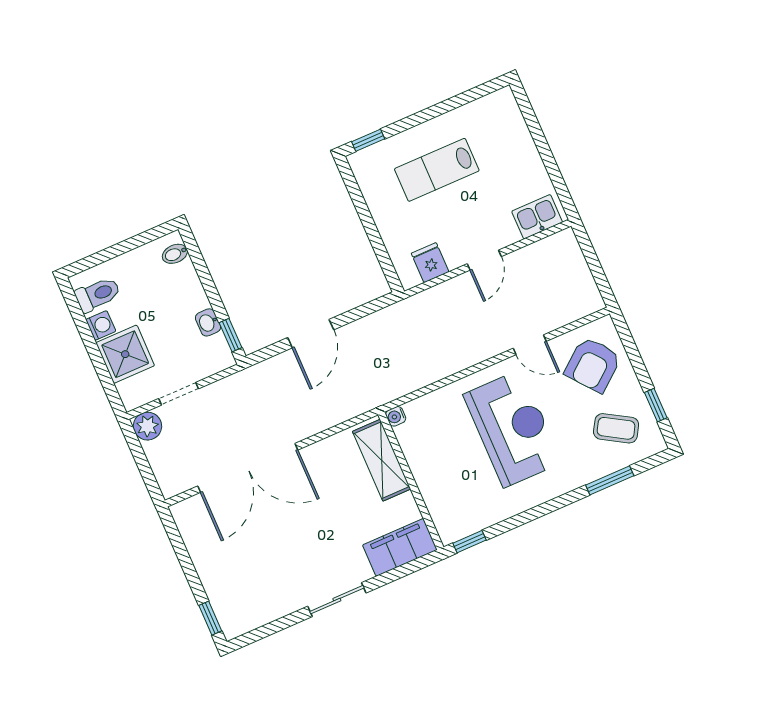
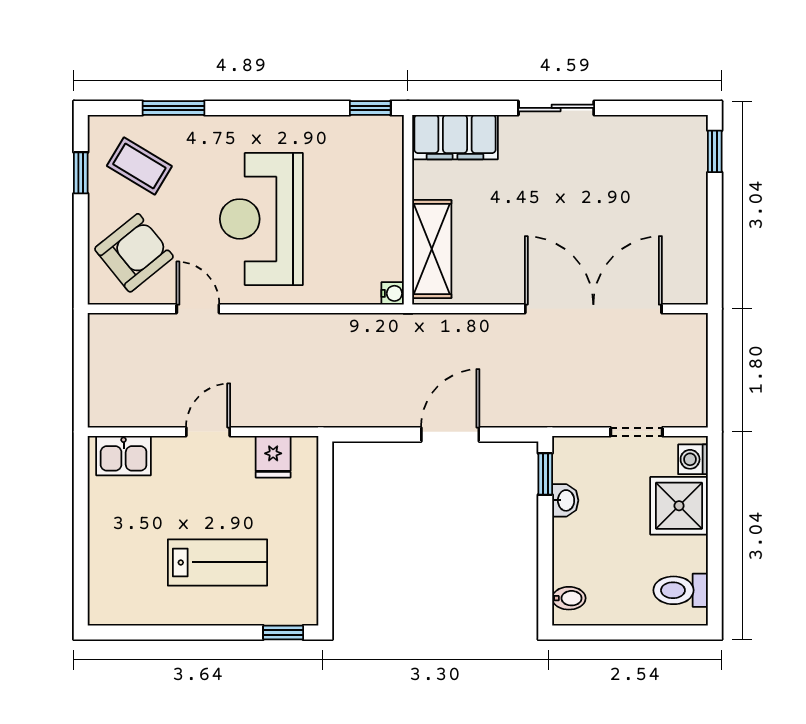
washing machine: (101, 325) -> (693, 459), moved
plant: (147, 426) -> (690, 410), removed

